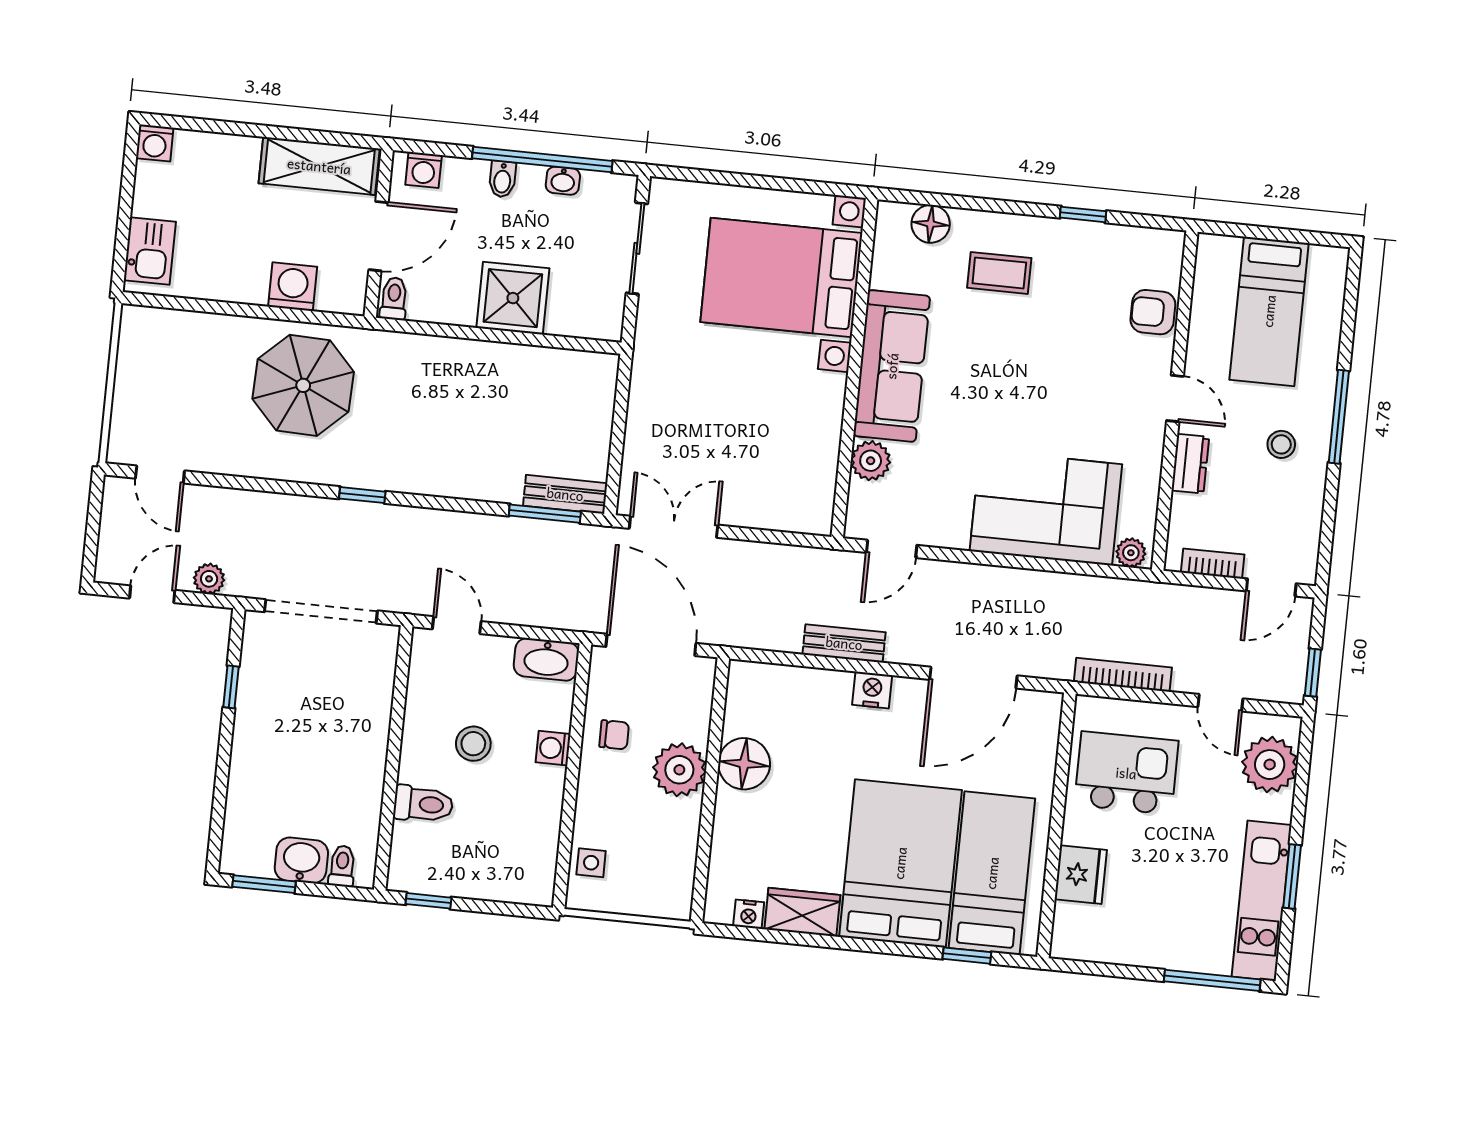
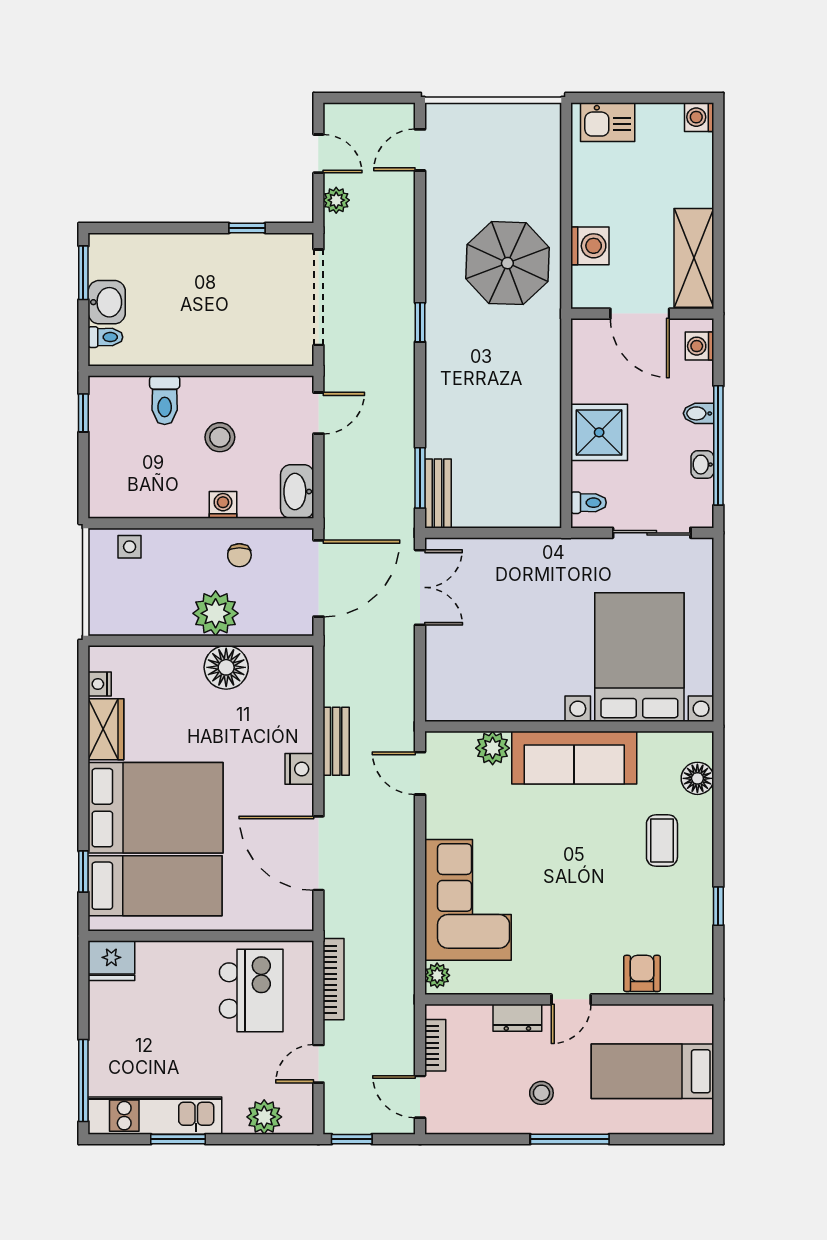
toilet: (394, 299) -> (588, 503), moved
plant: (1270, 765) -> (264, 1117), width x0.73, depth x0.73
fridge: (1081, 875) -> (111, 961), moved

